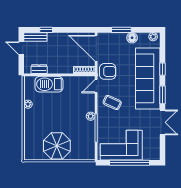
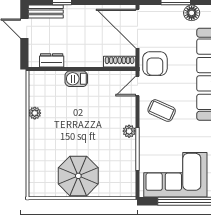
armchair: (108, 71) -> (155, 64), turned 90
barbecue: (49, 84) -> (76, 79), width x0.53, depth x0.65

